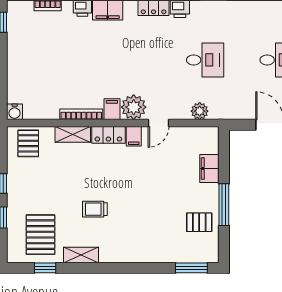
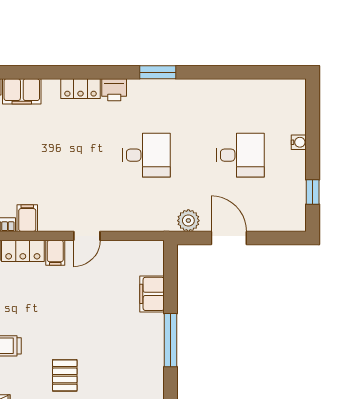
plant: (134, 107) -> (55, 216), removed
plant: (200, 111) -> (188, 221), moved
pallet: (199, 222) -> (65, 375), moved, turned 90

